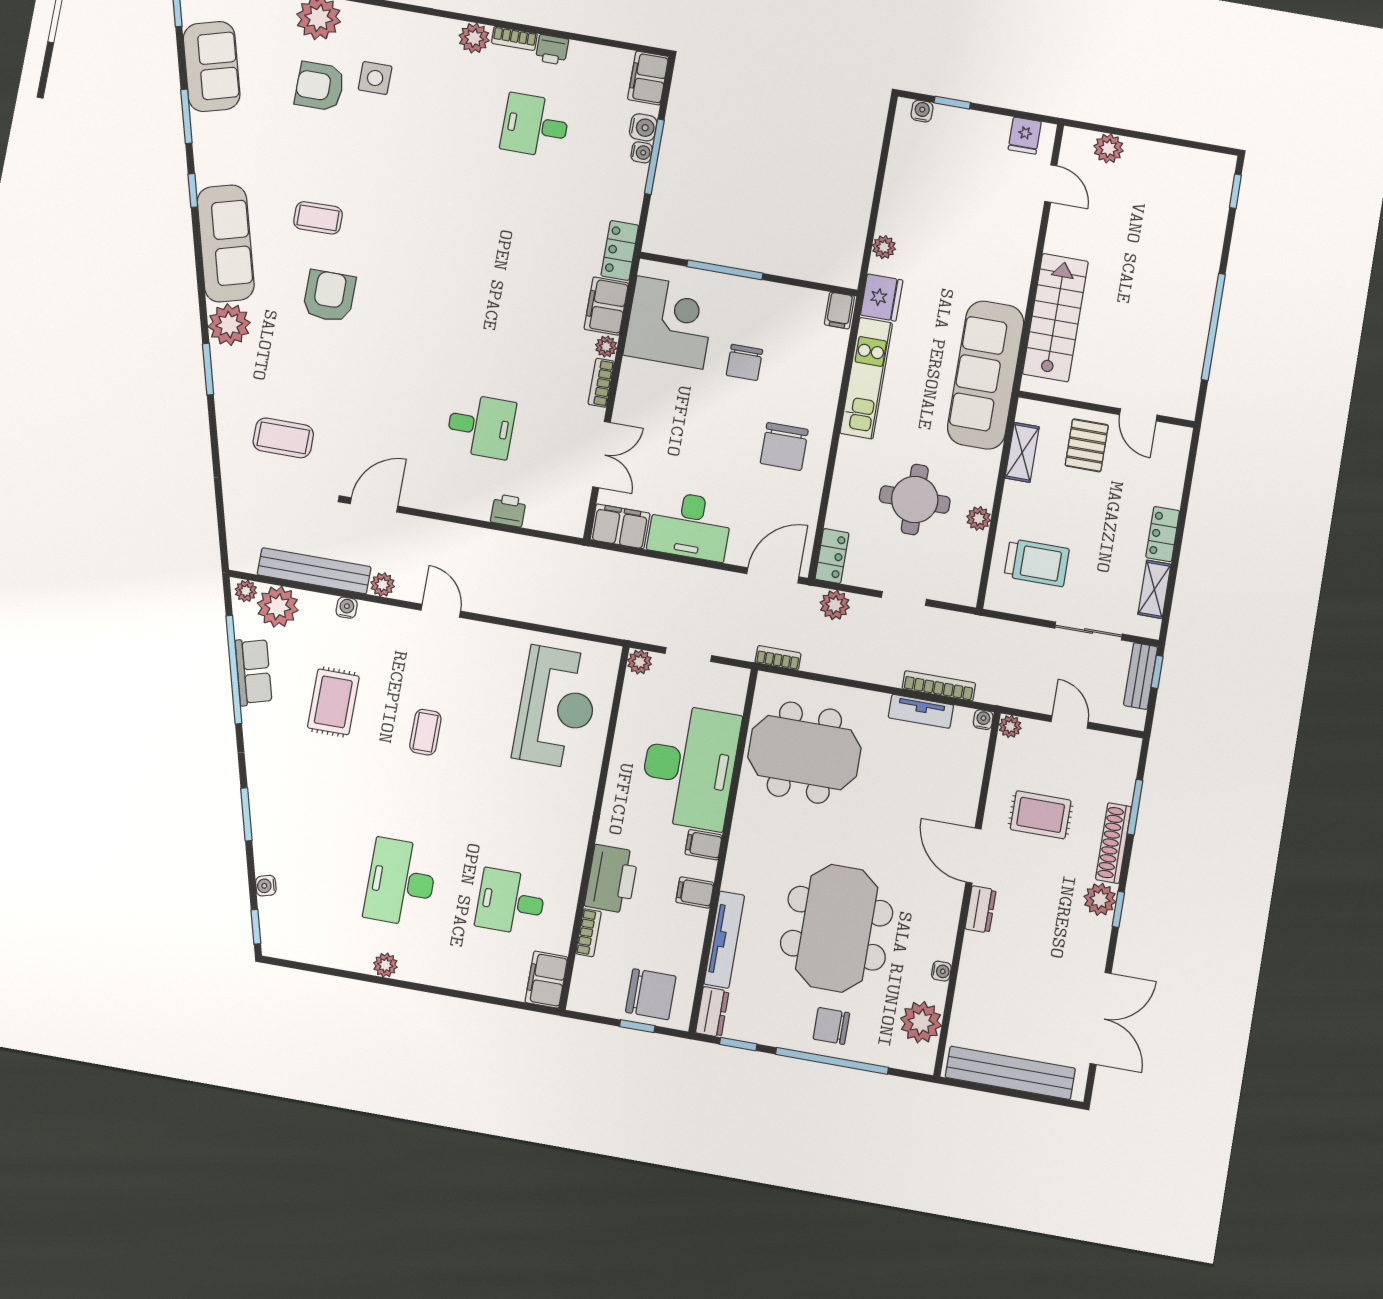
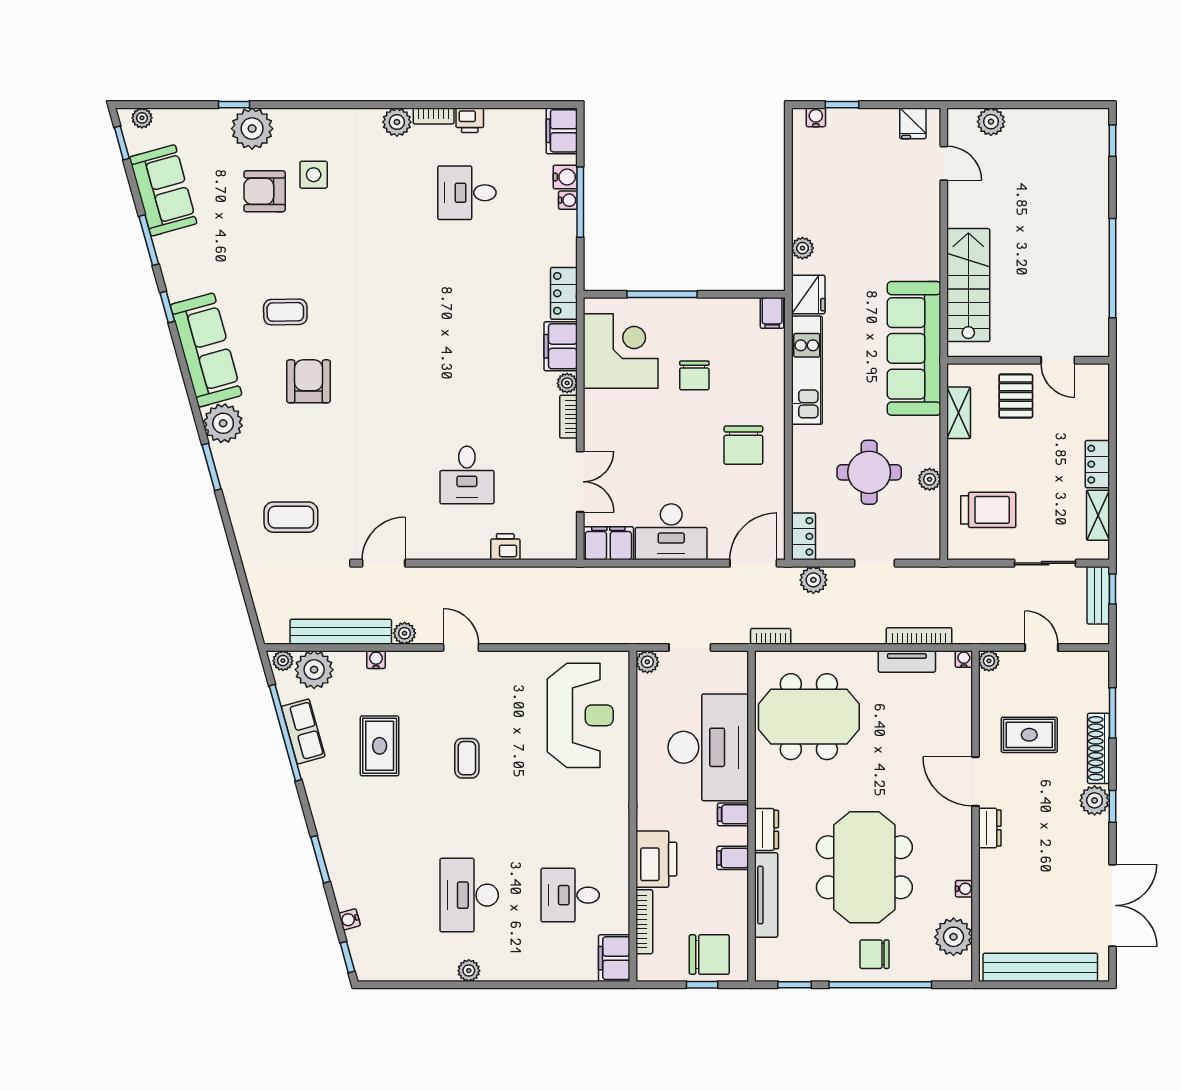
desk: (481, 426) -> (467, 475), turned 90
bookcase: (589, 933) -> (644, 922), width x1.56
dresser: (712, 1012) -> (766, 830), moved

